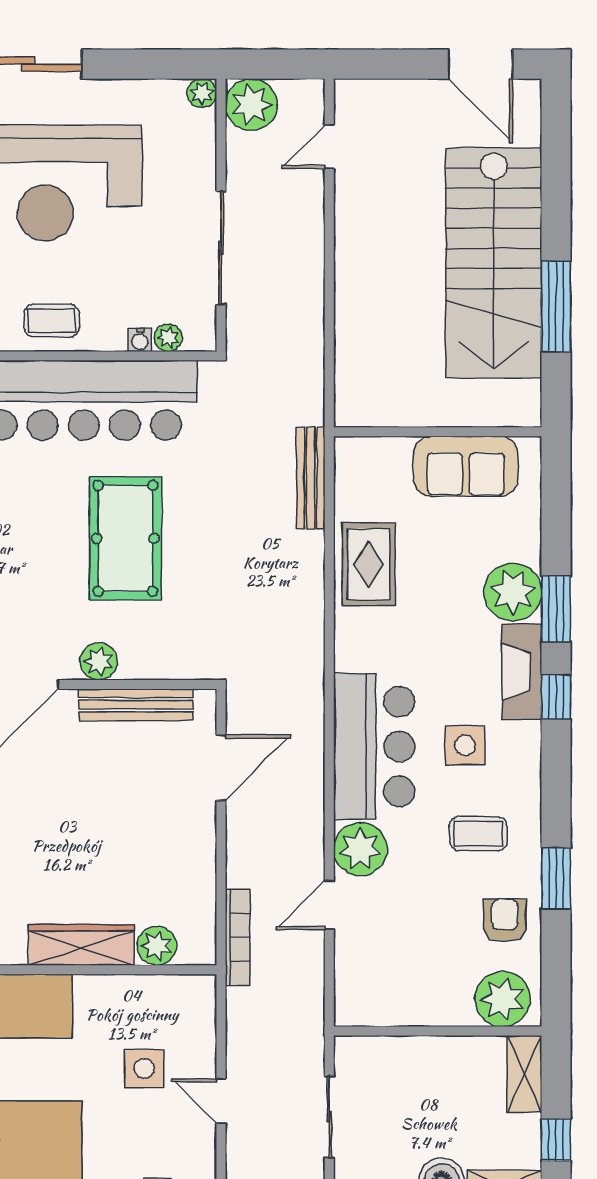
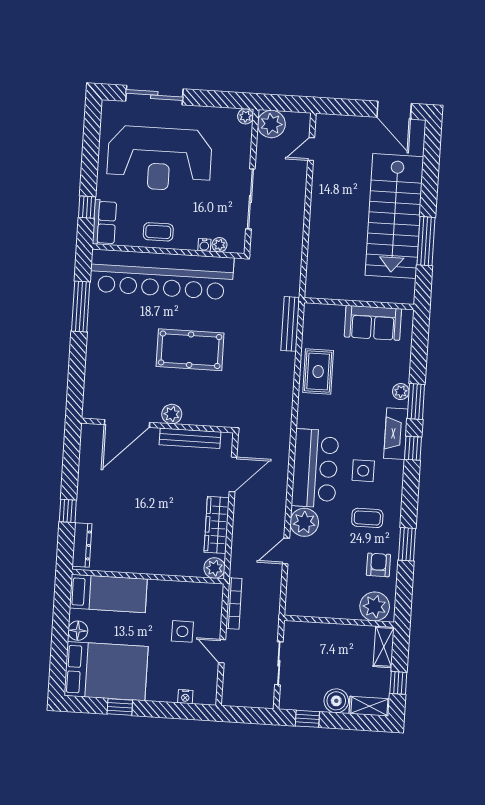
pool table: (125, 538) -> (190, 350), turned 90
plant: (513, 592) -> (401, 392), width x0.53, depth x0.53
bookcase: (238, 937) -> (234, 604), moved
wardrobe: (81, 945) -> (217, 525), moved, turned -90
plant: (157, 946) -> (214, 568), moved

